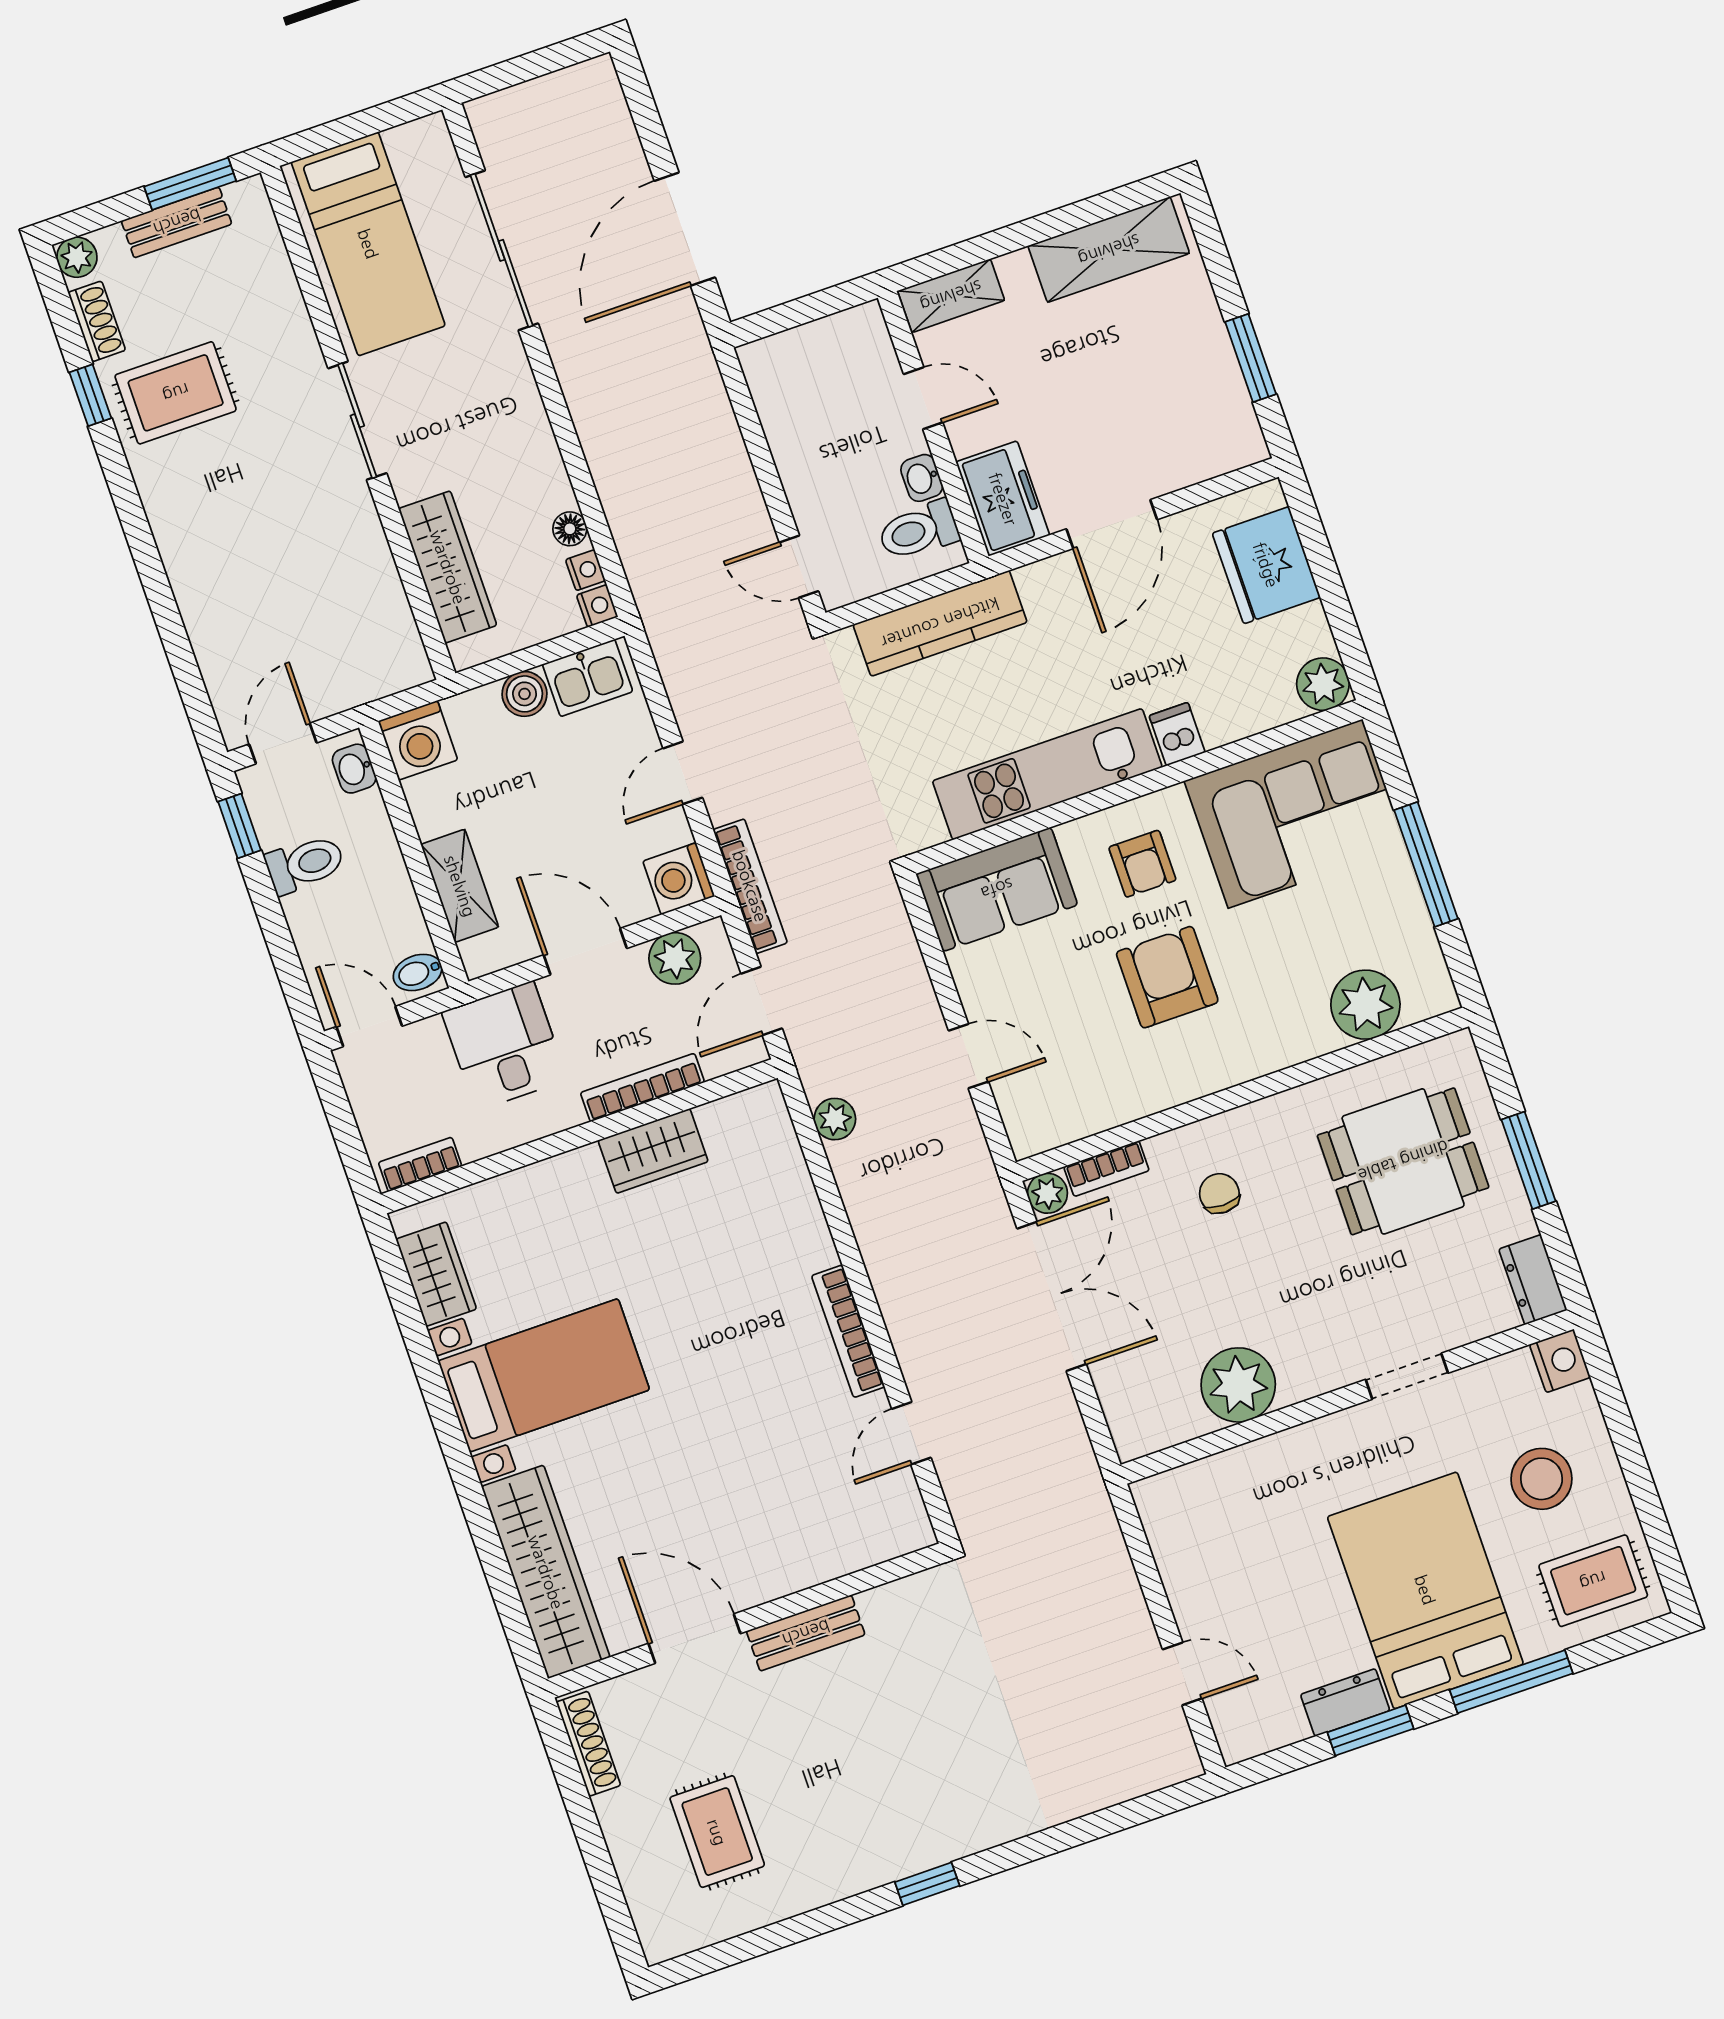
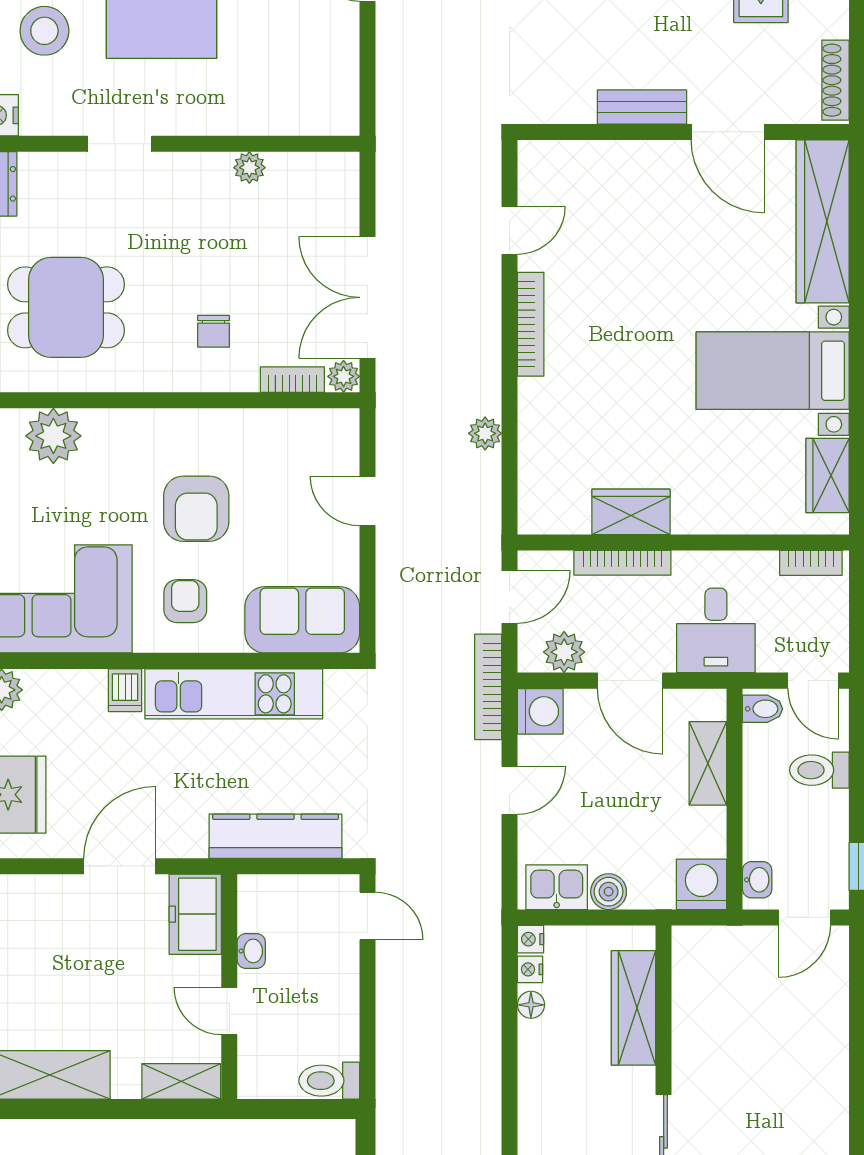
toilet: (918, 531) -> (329, 1081), moved, turned 180
toilet: (305, 864) -> (819, 770), moved
plant: (835, 1119) -> (485, 433), moved
plant: (1238, 1385) -> (249, 168), width x0.53, depth x0.53

